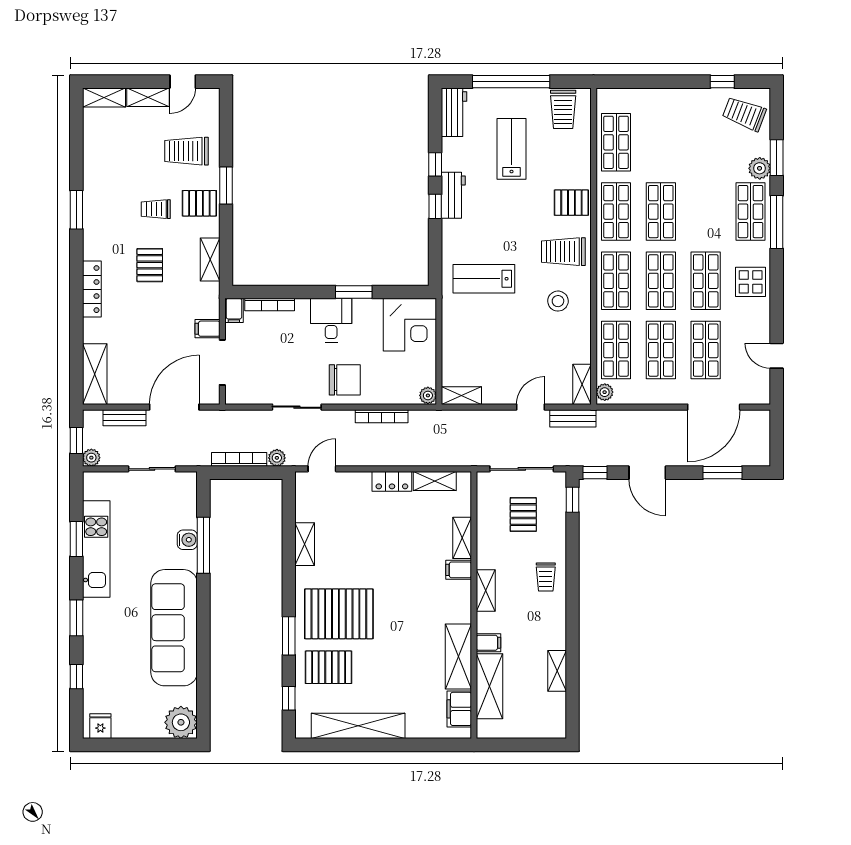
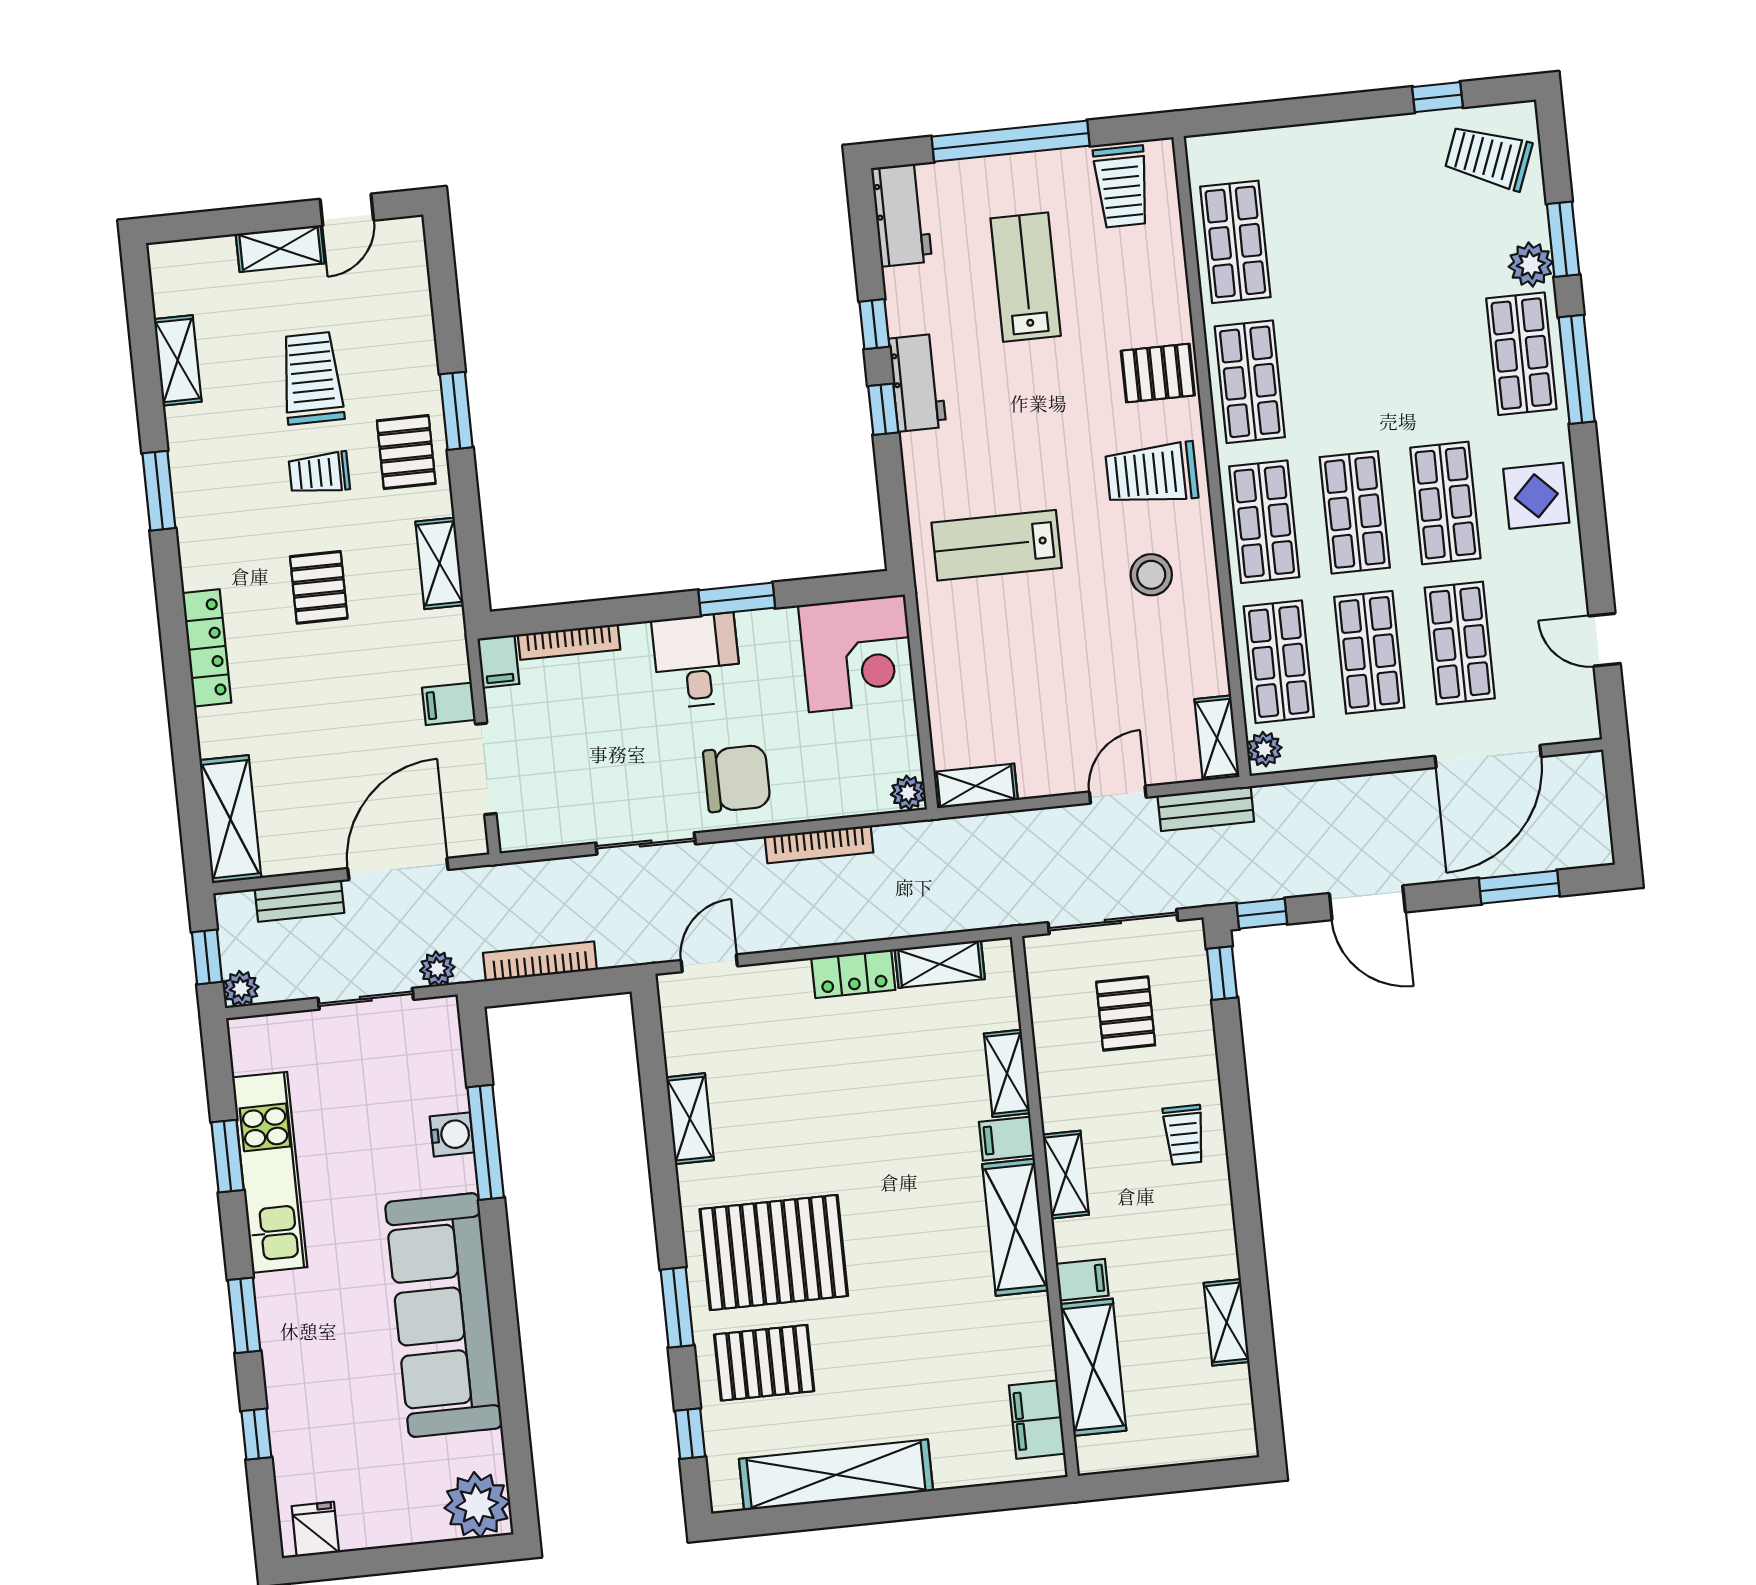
shelving: (104, 97) -> (178, 360), moved, turned 90
trolley: (186, 151) -> (312, 378), moved, turned 90
pallet: (199, 203) -> (406, 452), turned 90
shop shelf: (661, 212) -> (1340, 372), removed
plant: (277, 458) -> (437, 969), moved
shelving: (458, 657) -> (1015, 1227), moved

